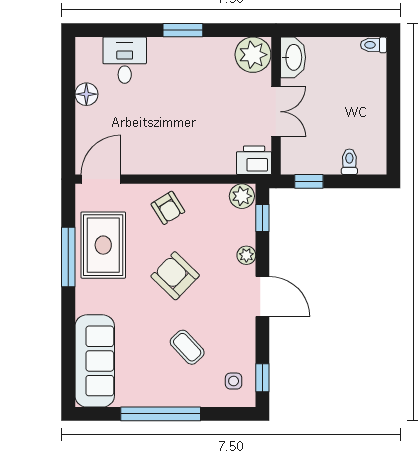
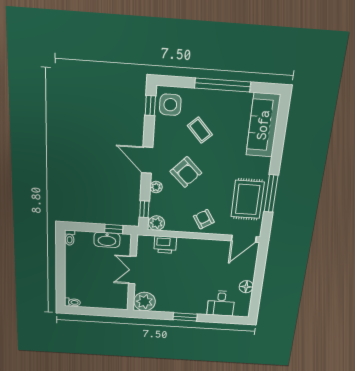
washbasin: (293, 57) -> (107, 240), moved, turned -90
printer: (254, 160) -> (165, 245), moved
toilet: (349, 162) -> (70, 238), moved
armchair: (175, 276) -> (186, 172), moved
side table: (234, 381) -> (170, 105), width x1.87, depth x1.87

